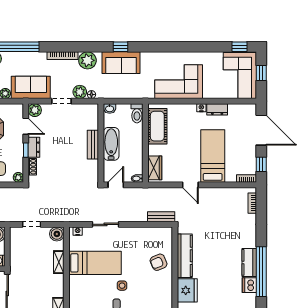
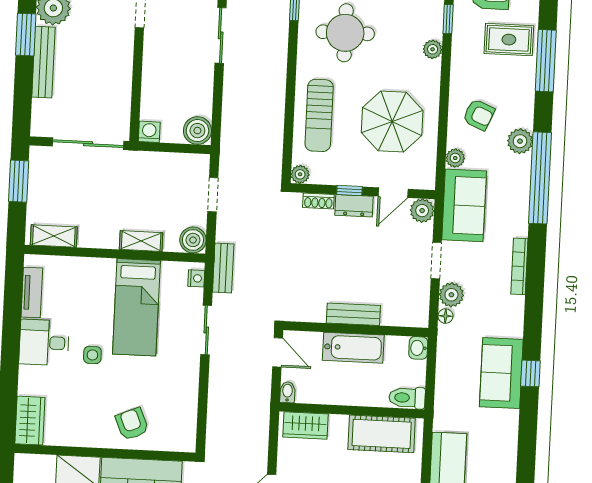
plant: (87, 60) -> (508, 312), removed
bench: (161, 217) -> (223, 268), moved

